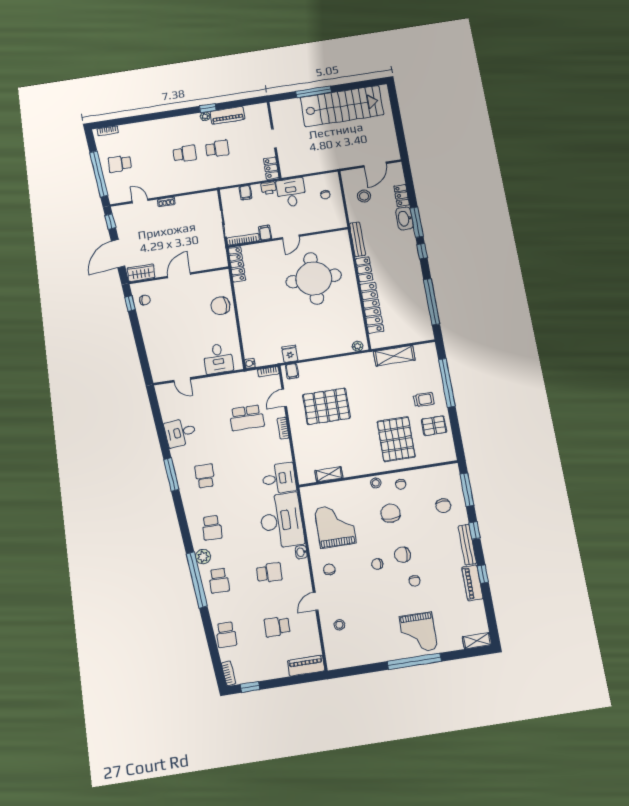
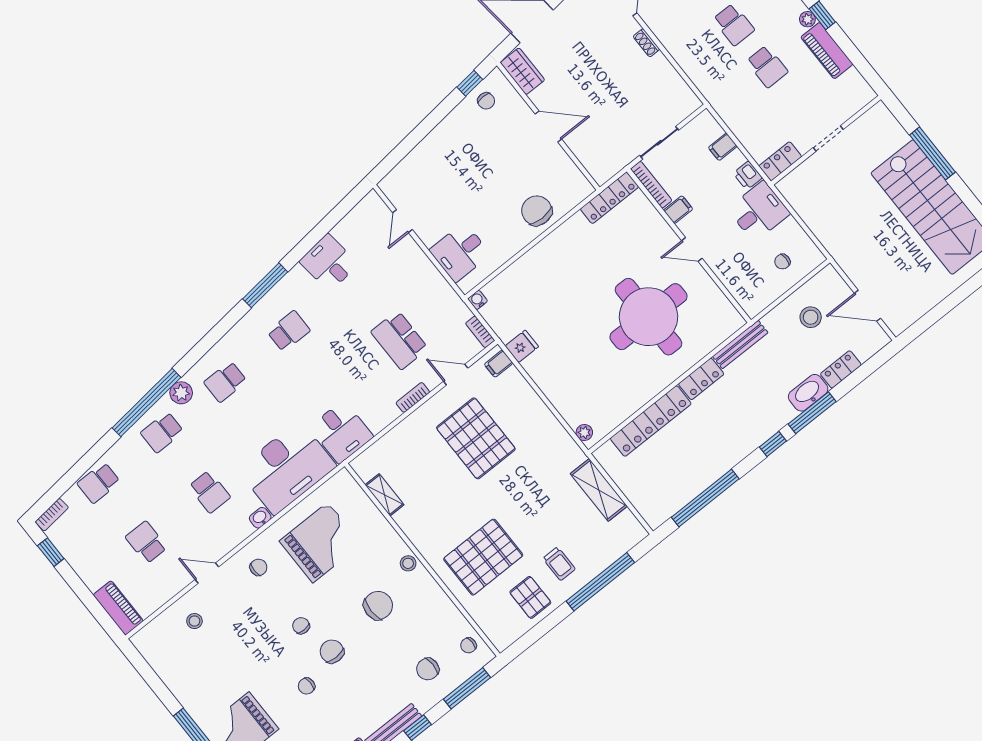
chair: (401, 484) -> (468, 645), moved

